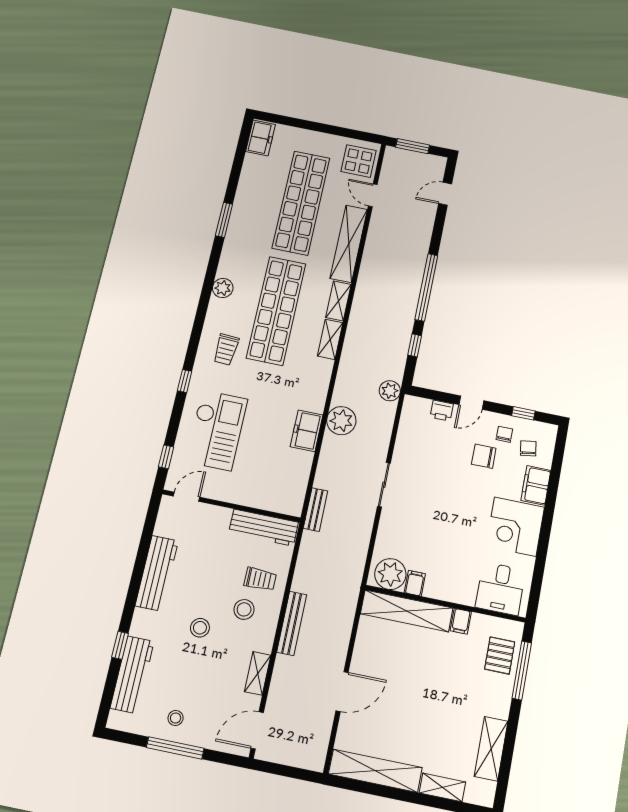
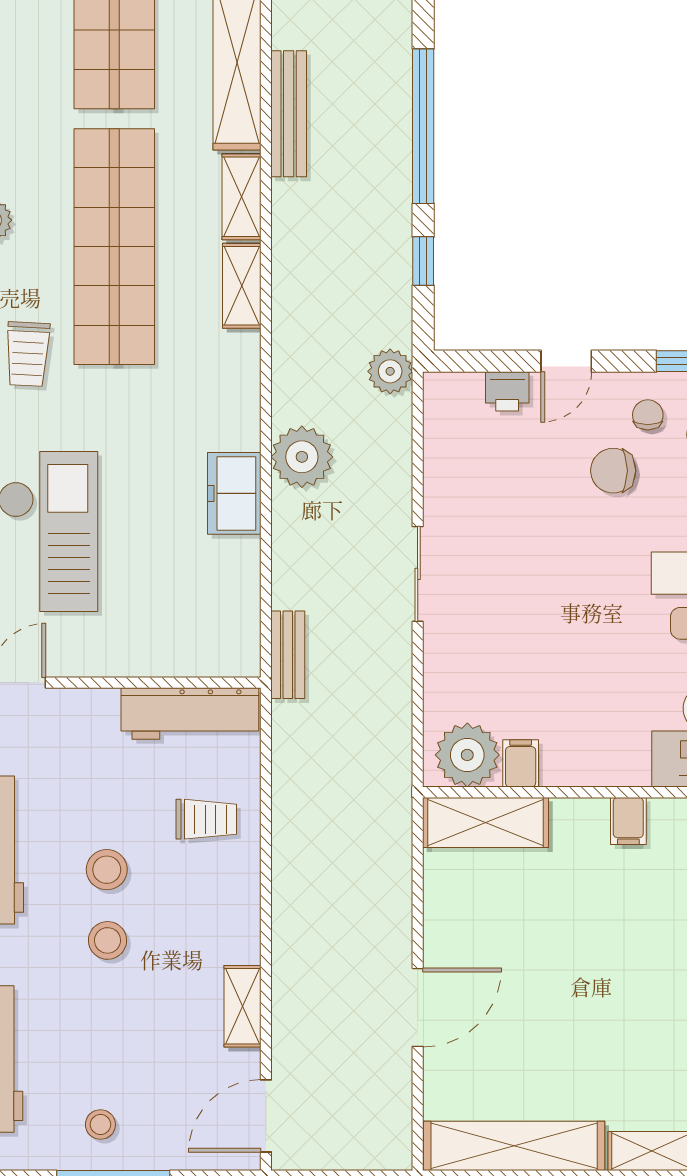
stool: (244, 609) -> (107, 870), moved
shelving: (407, 611) -> (486, 822), width x0.68
bench: (292, 623) -> (289, 114), moved

